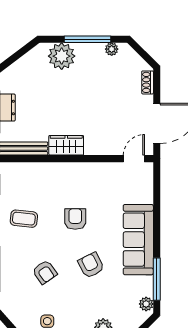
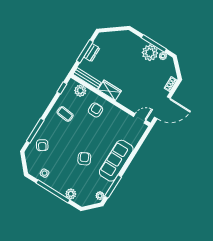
plant: (62, 56) -> (150, 53), moved
plant: (25, 172) -> (80, 91), added
armchair: (75, 219) -> (96, 110), moved
armchair: (45, 272) -> (42, 145), moved

